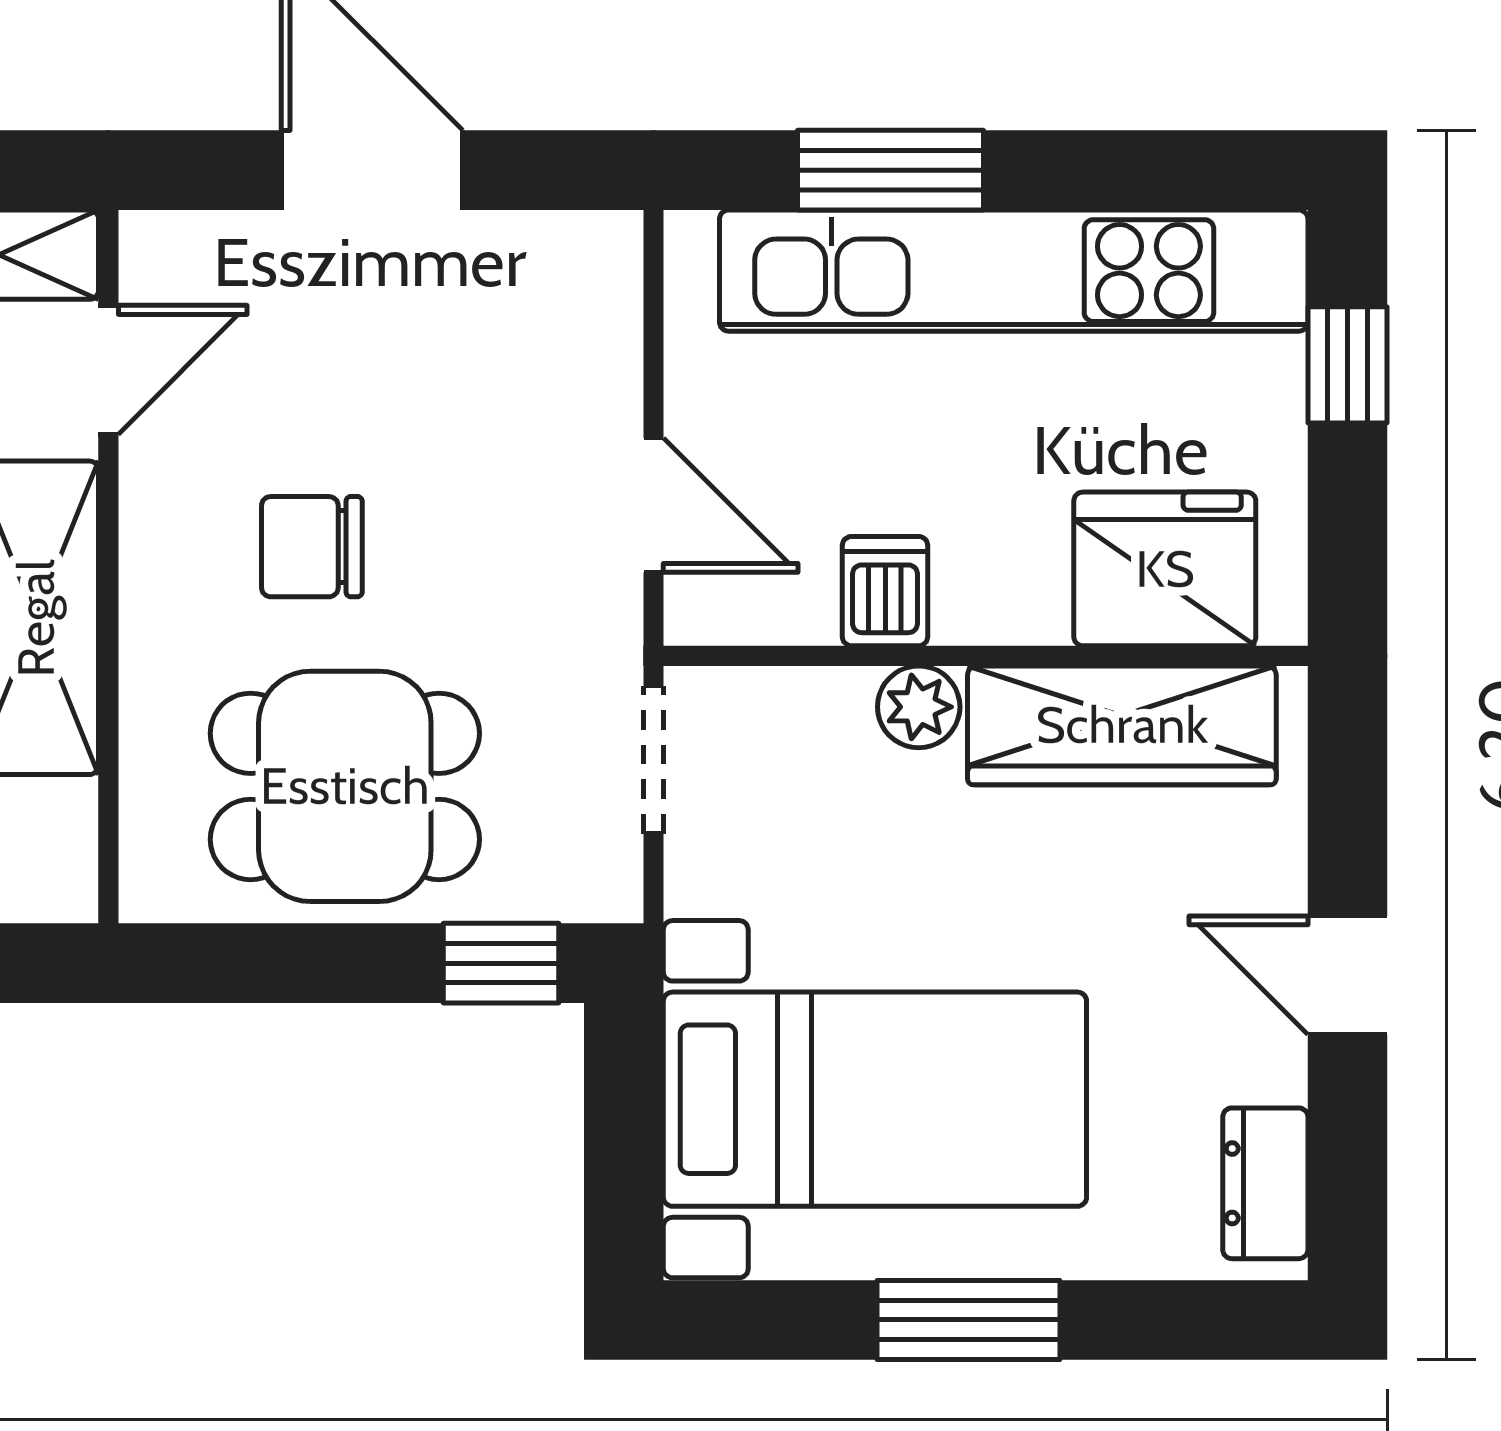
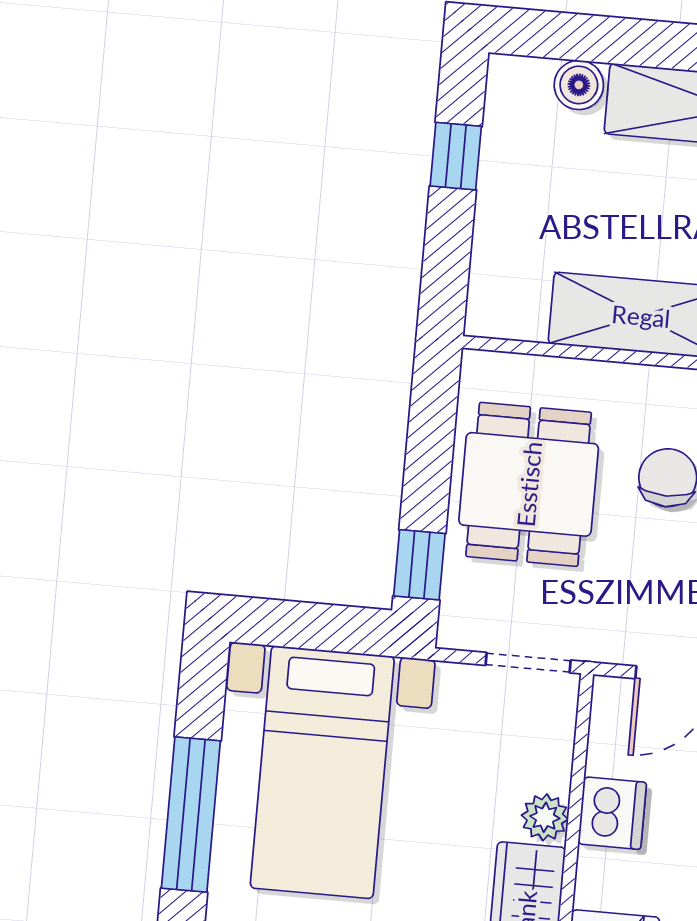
dishwasher: (885, 591) -> (612, 813), width x1.38
window: (968, 1320) -> (191, 814), width x1.44

